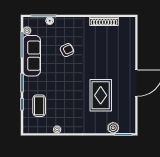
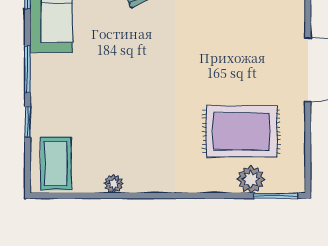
rug: (101, 95) -> (241, 131), moved, turned 90
coffee table: (39, 106) -> (56, 164), moved

